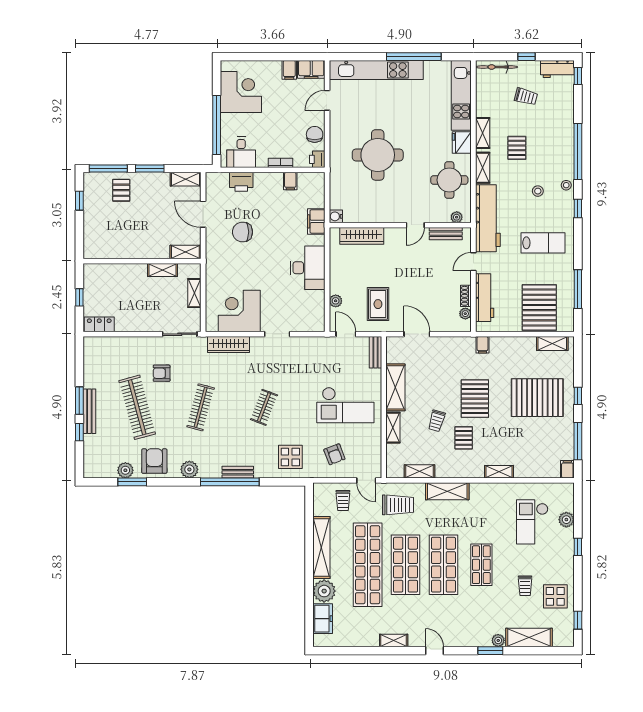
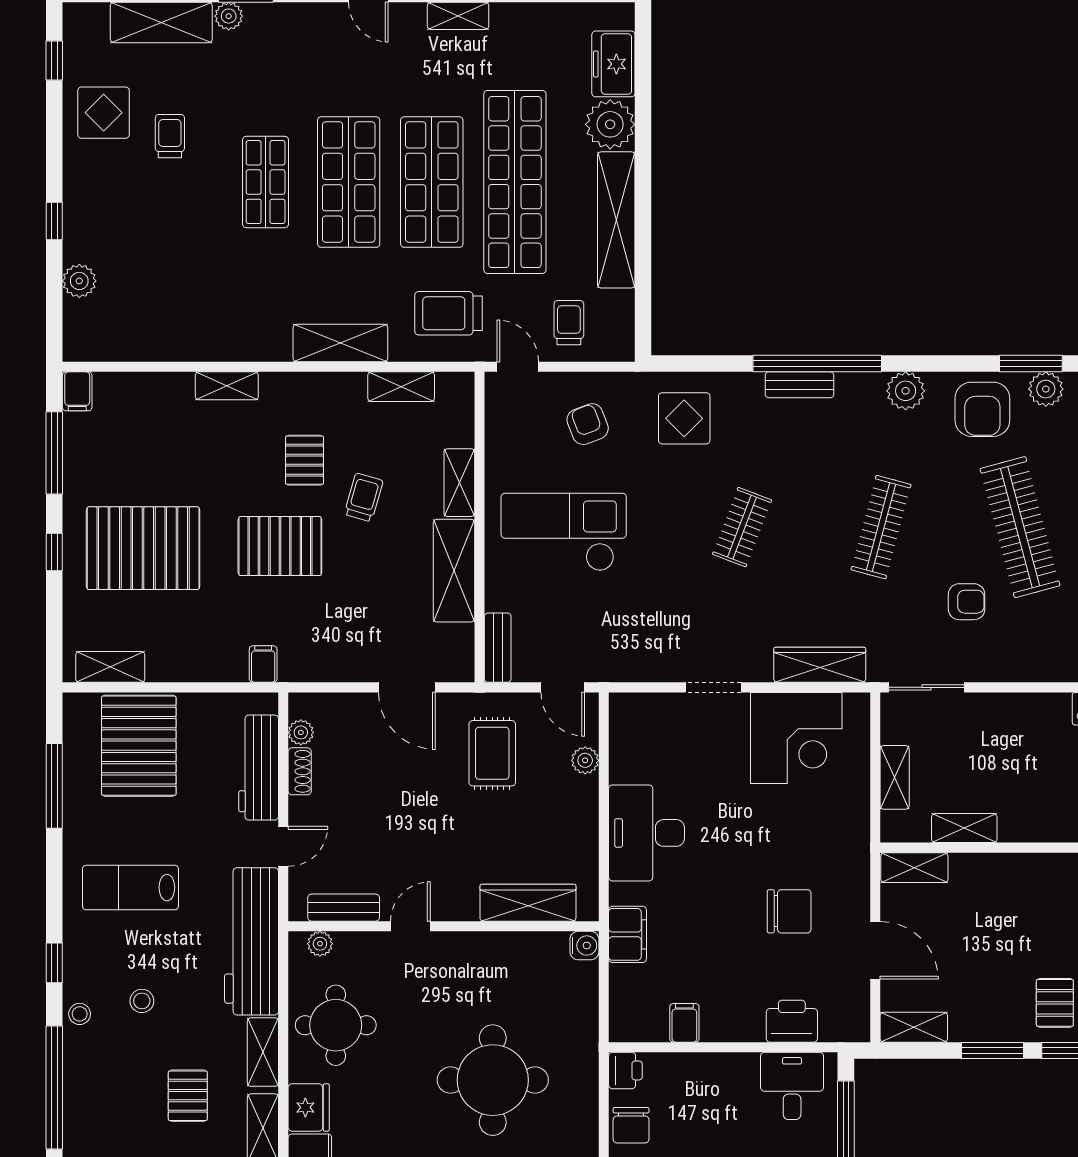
bookcase: (281, 163) -> (706, 1063), removed
pallet: (475, 399) -> (280, 546), turned 90
checkout: (532, 522) -> (154, 276), removed

